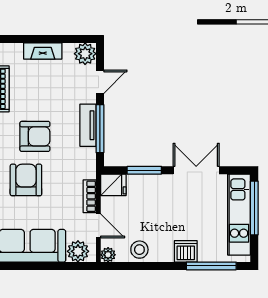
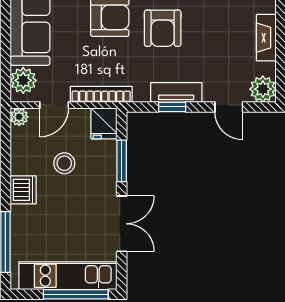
window: (100, 129) -> (172, 107), width x0.46
bookcase: (90, 196) -> (101, 94), width x1.56
stool: (139, 250) -> (64, 163), moved
dishwasher: (186, 251) -> (23, 190), moved

